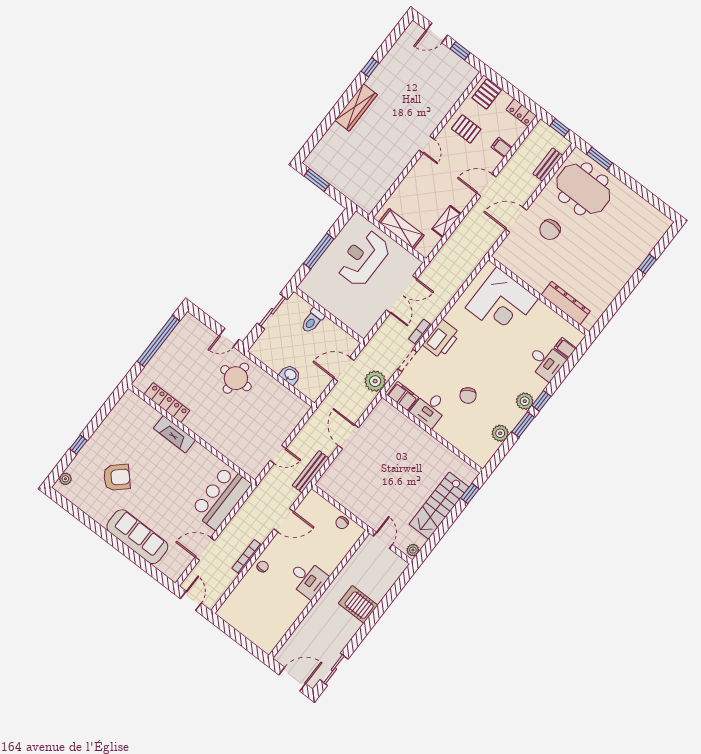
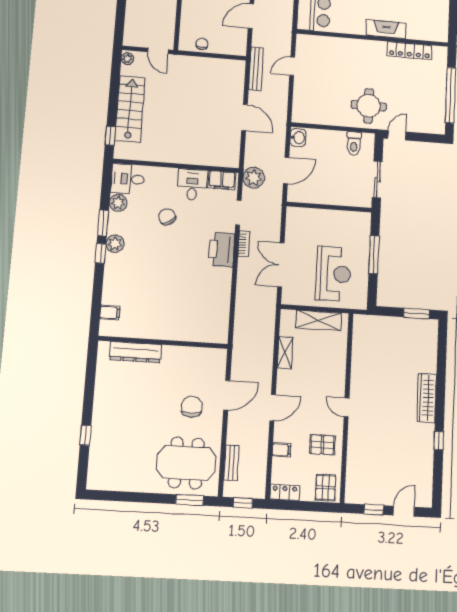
corner desk: (502, 303) -> (191, 314), removed
toilet: (312, 321) -> (354, 144), moved, turned 180
desk: (546, 362) -> (128, 179), moved
washbasin: (290, 375) -> (298, 138), moved, turned -90

